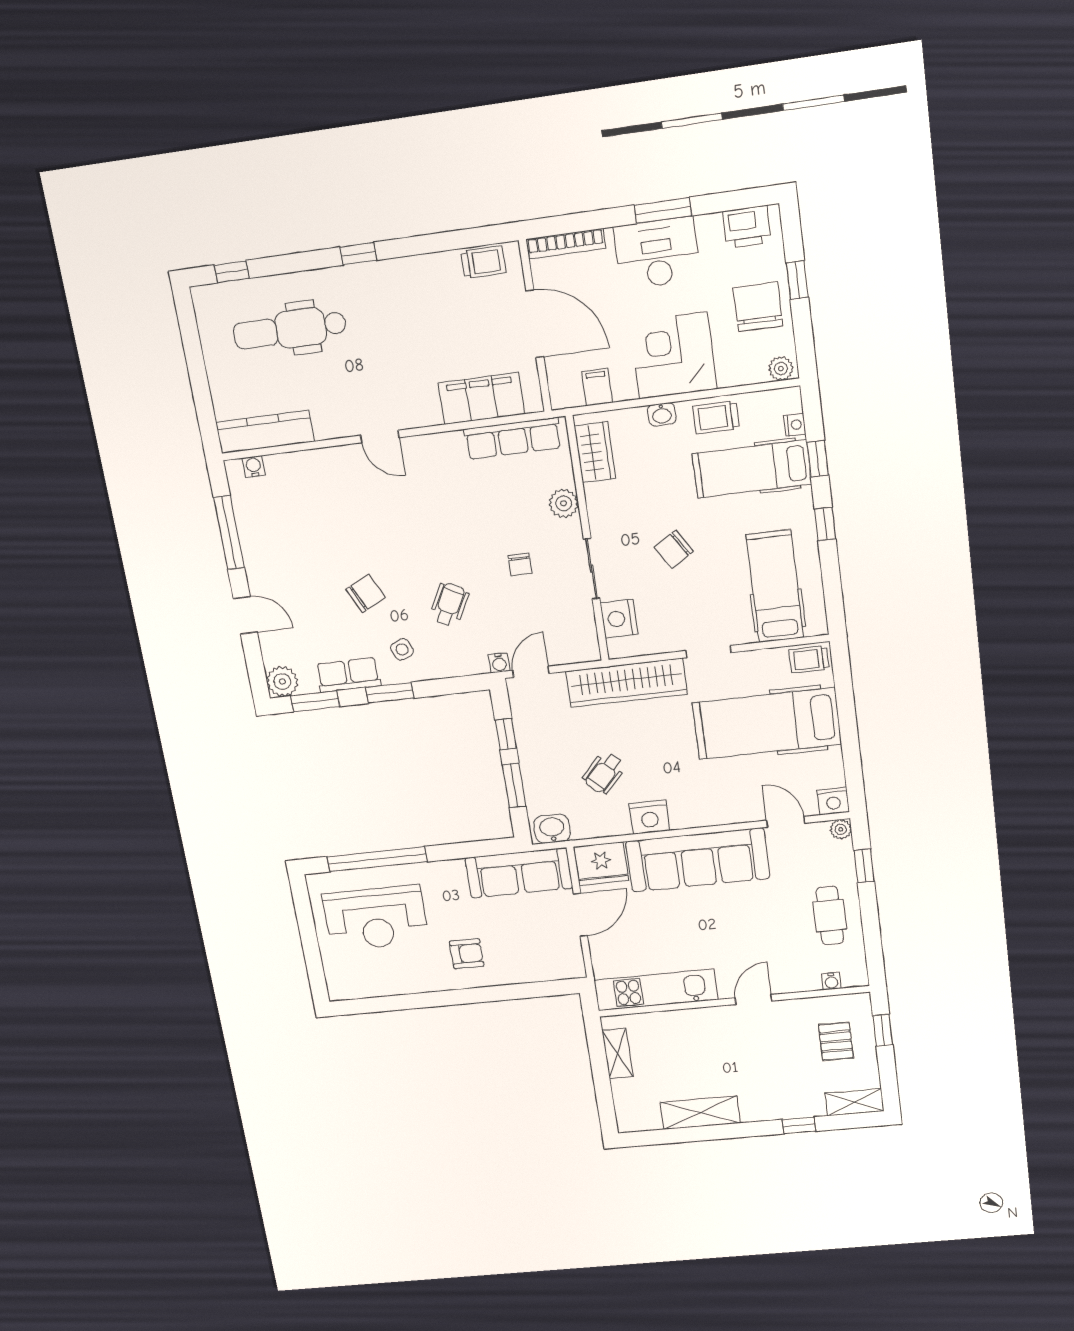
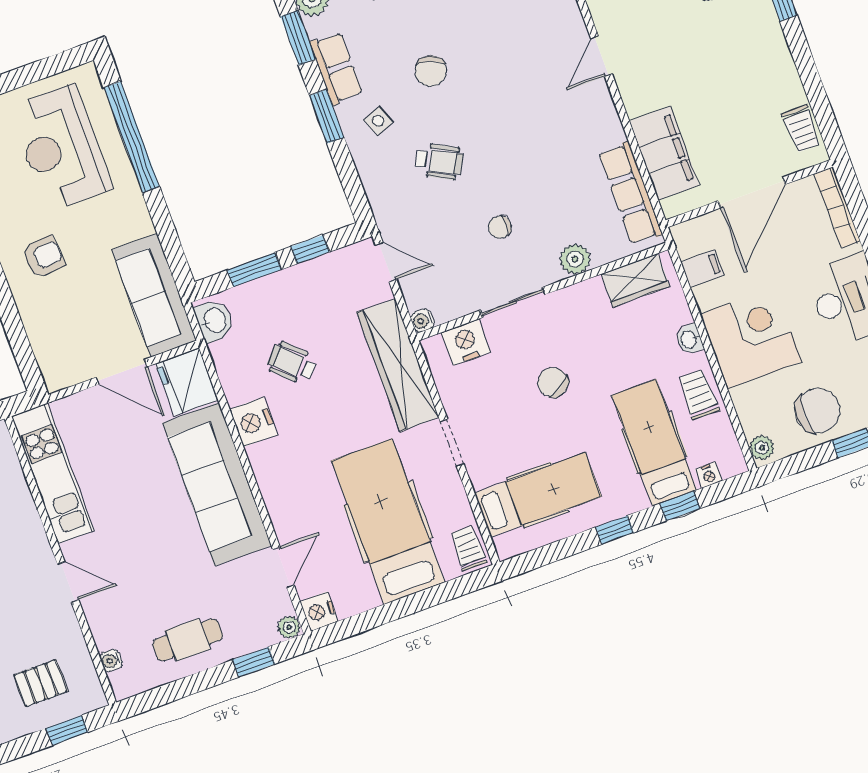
chair: (366, 593) -> (431, 71), turned 45
water cooler: (499, 663) -> (422, 321), moved
armchair: (467, 954) -> (43, 257), turned -95

